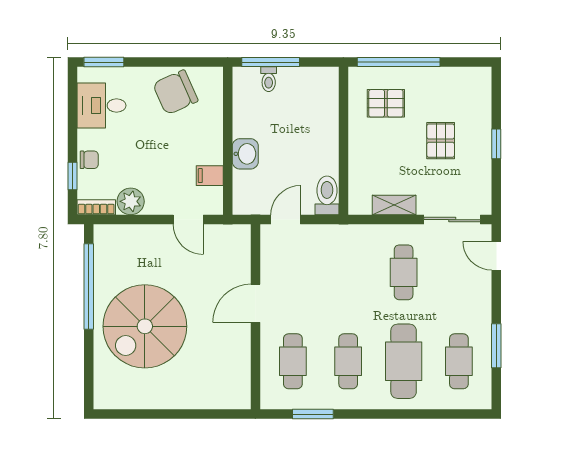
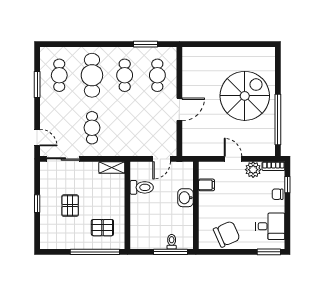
toilet: (327, 195) -> (142, 187), moved, turned -90
shelving: (394, 205) -> (112, 167), moved
door: (188, 220) -> (233, 159), moved

